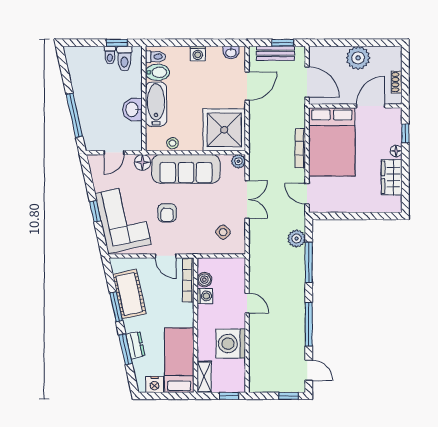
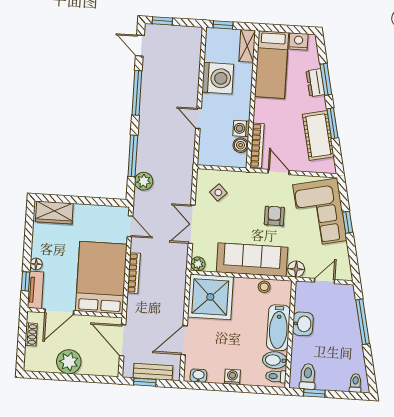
toilet: (110, 55) -> (355, 383), moved
tv unit: (395, 126) -> (35, 290), added
wardrobe: (392, 177) -> (54, 213), moved, turned 90

